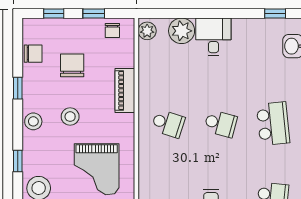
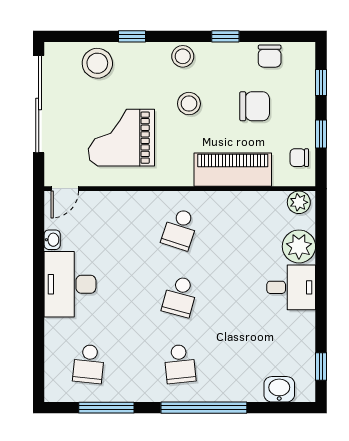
piano: (125, 90) -> (233, 170), width x1.37, depth x1.33
school desk: (273, 124) -> (180, 364), width x0.54

